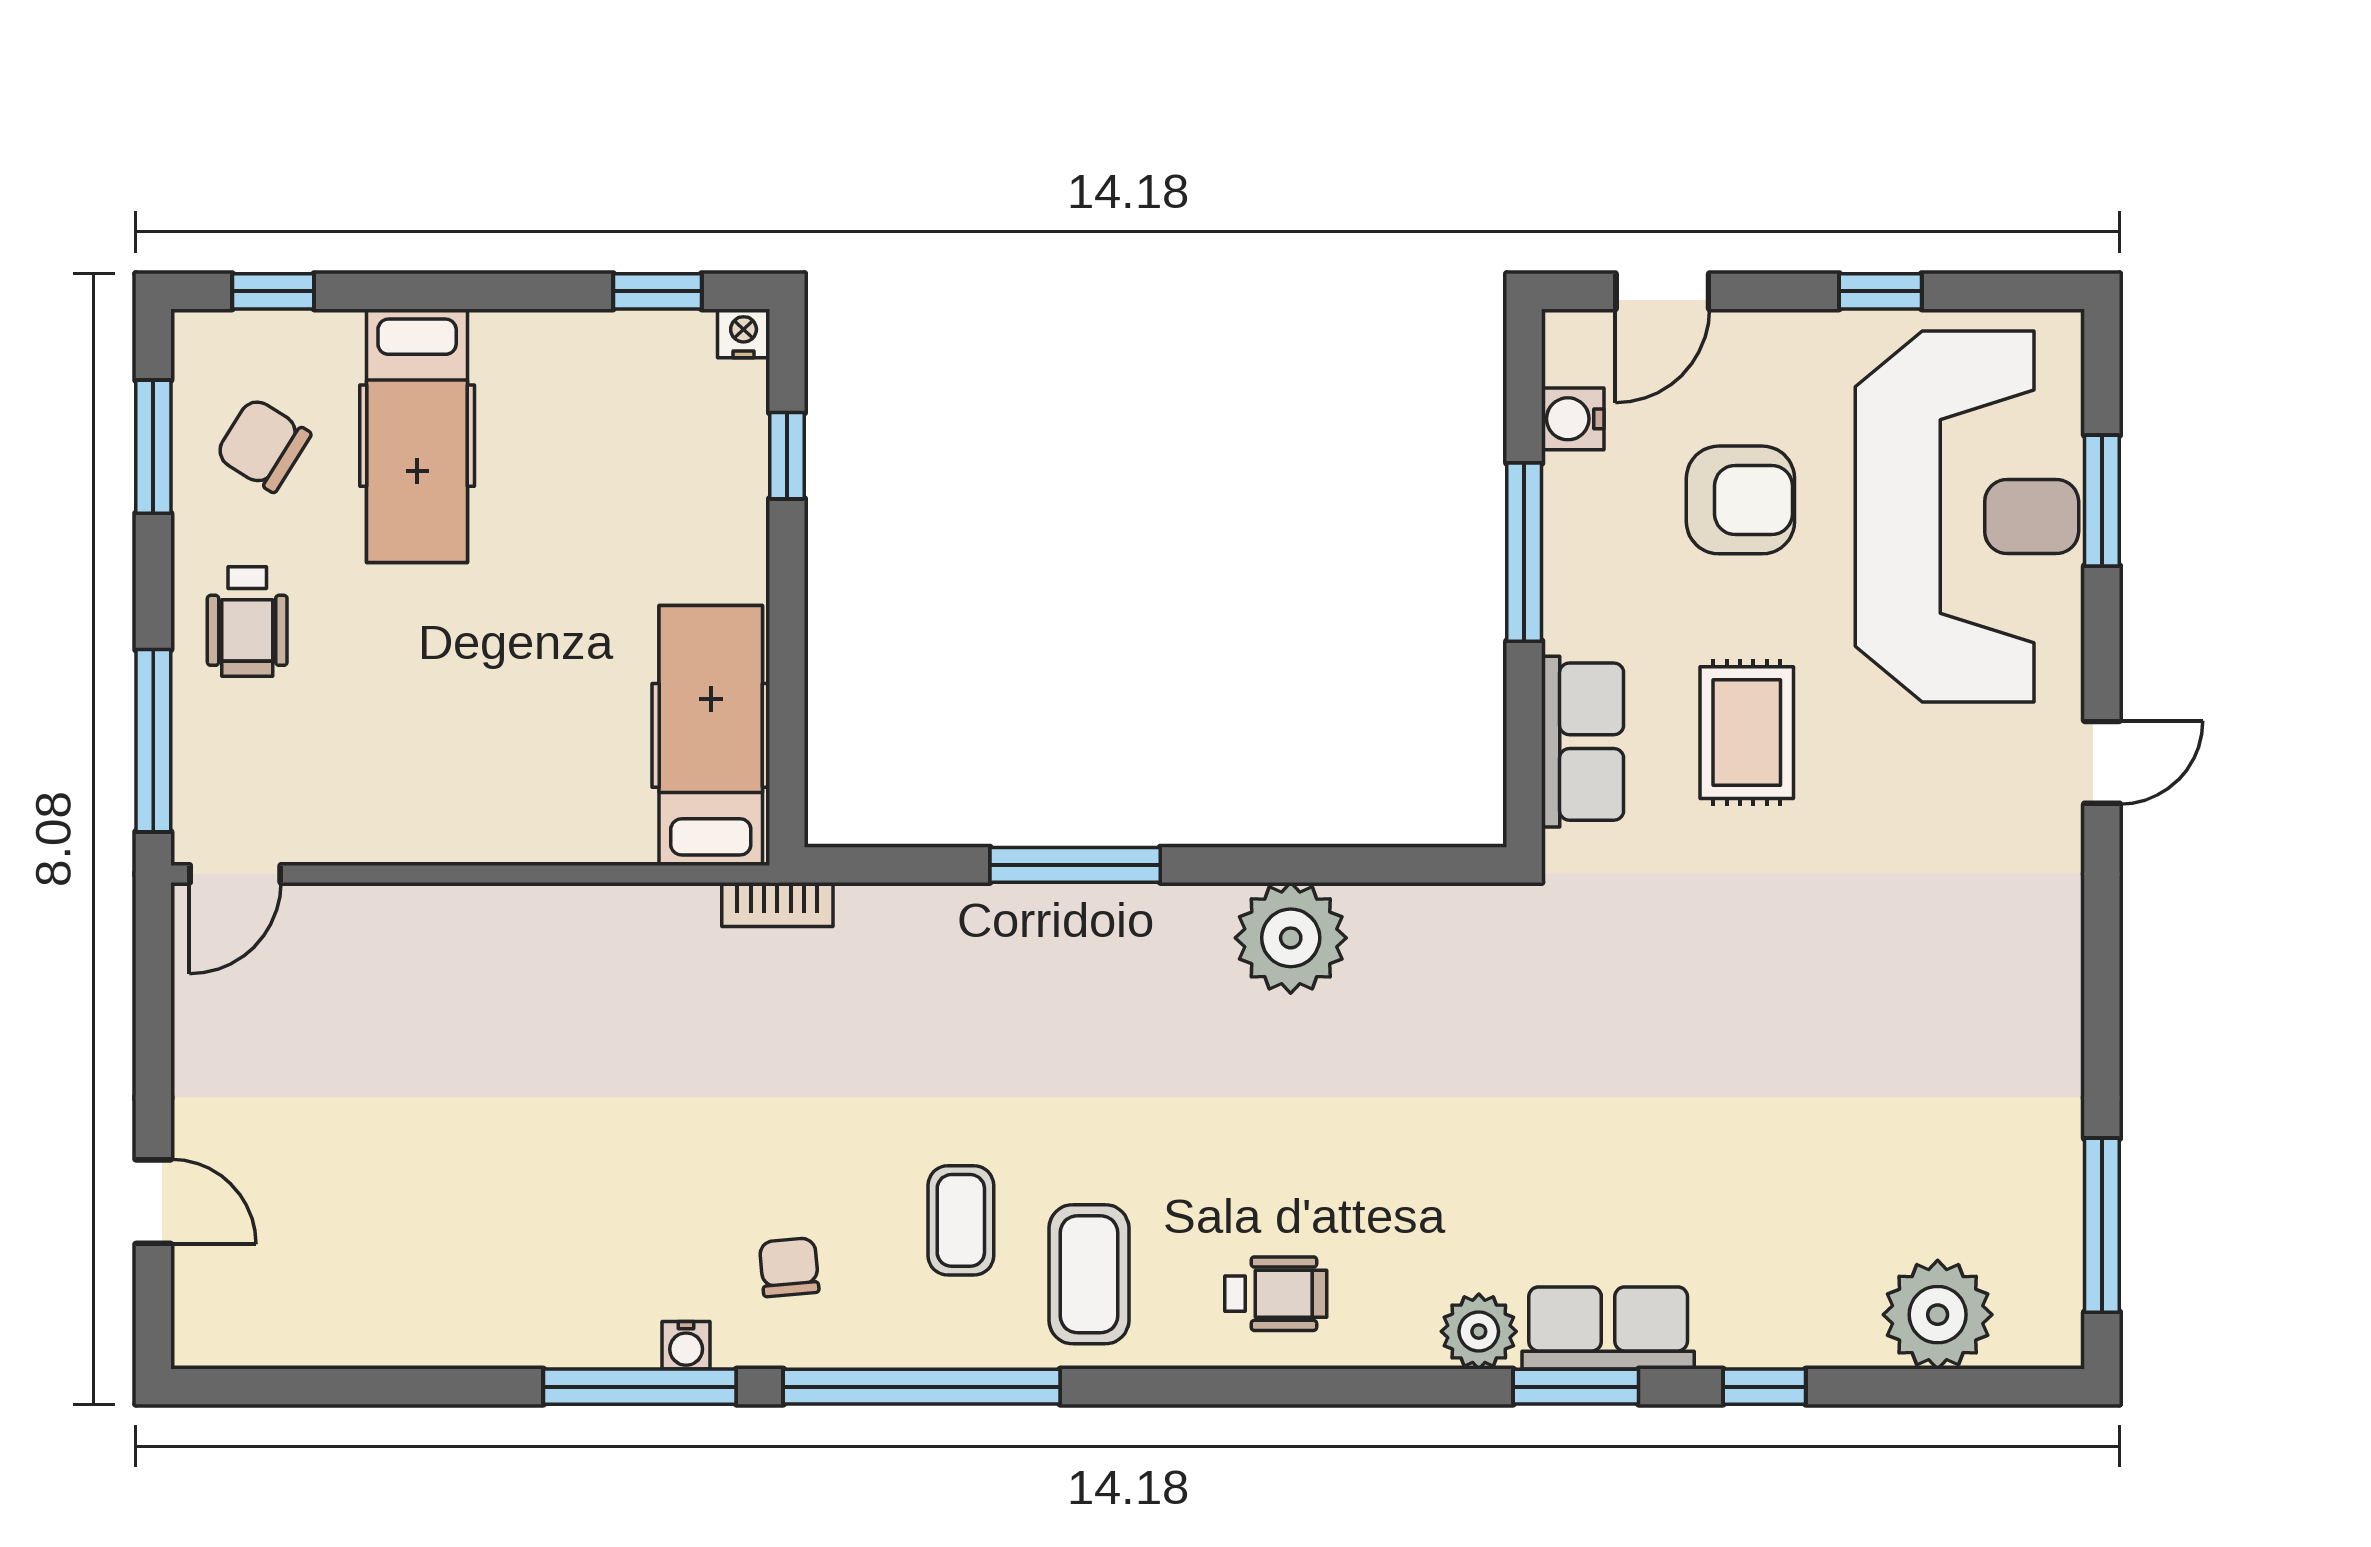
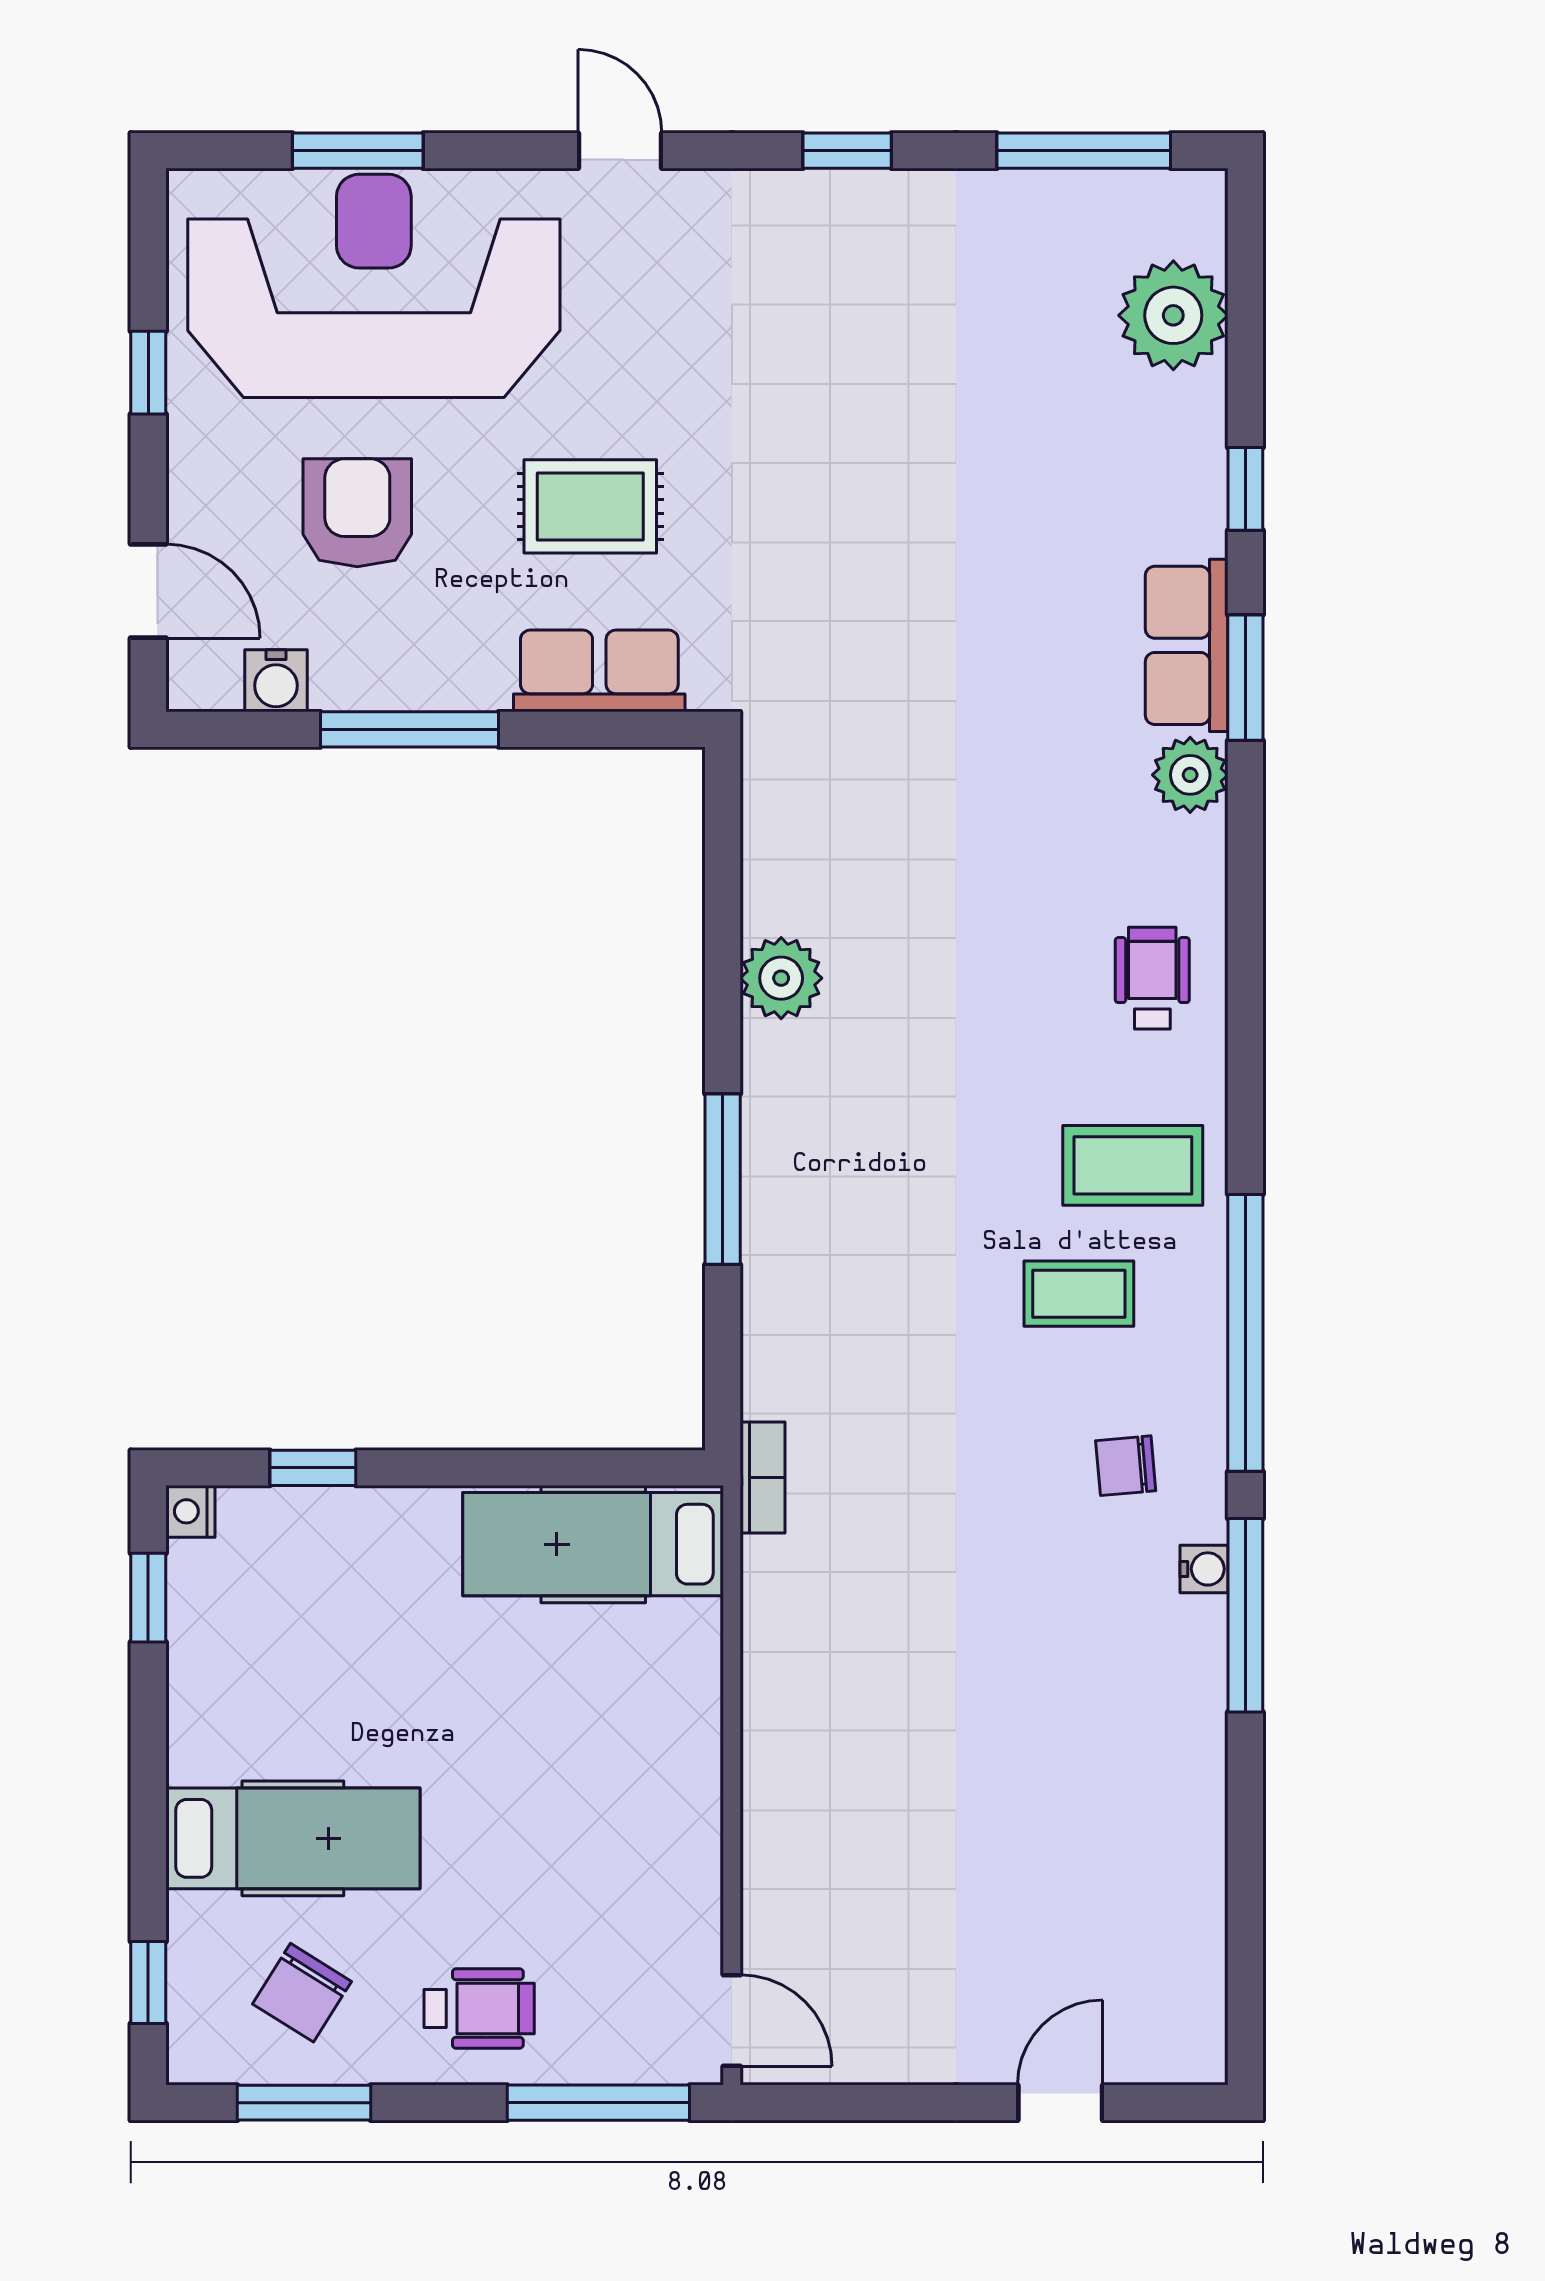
plant: (1291, 938) -> (781, 978), width x0.73, depth x0.73
window: (2102, 989) -> (847, 151), added

